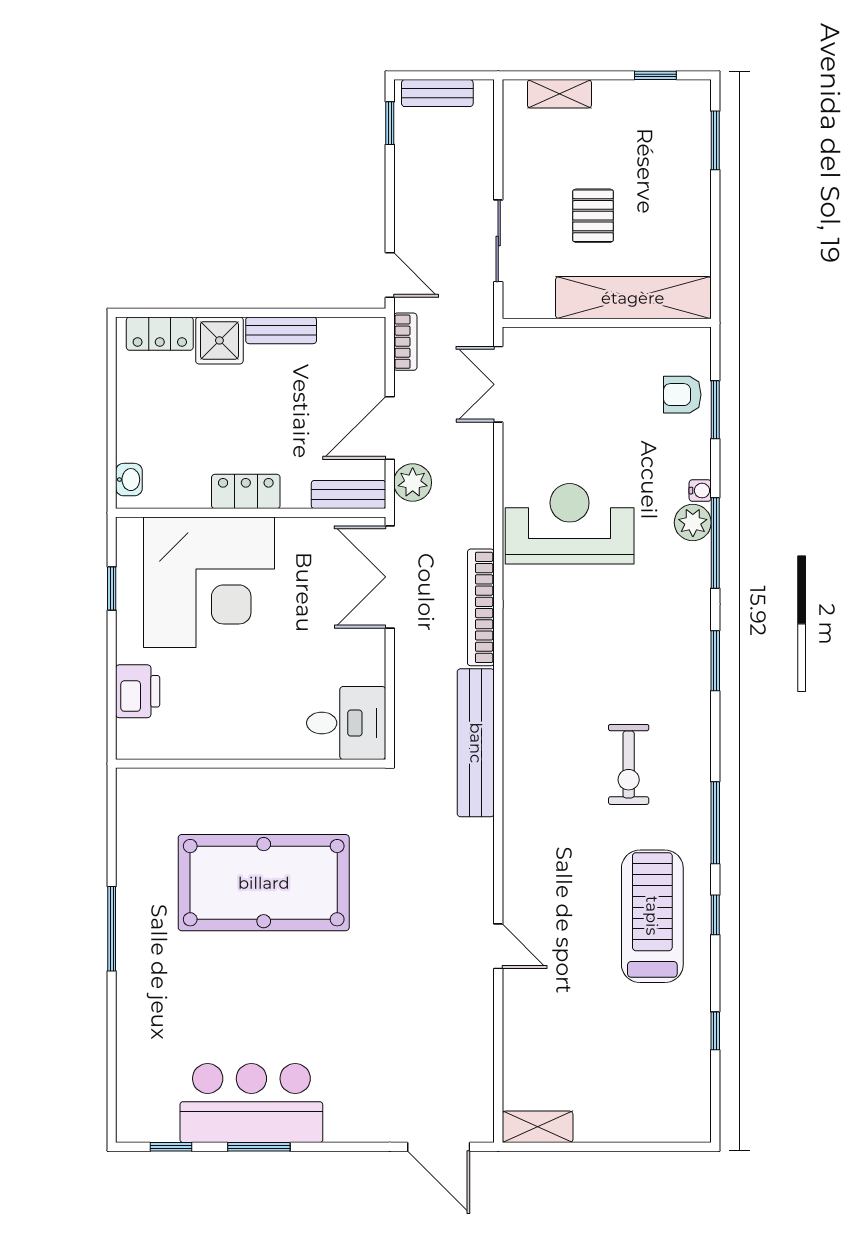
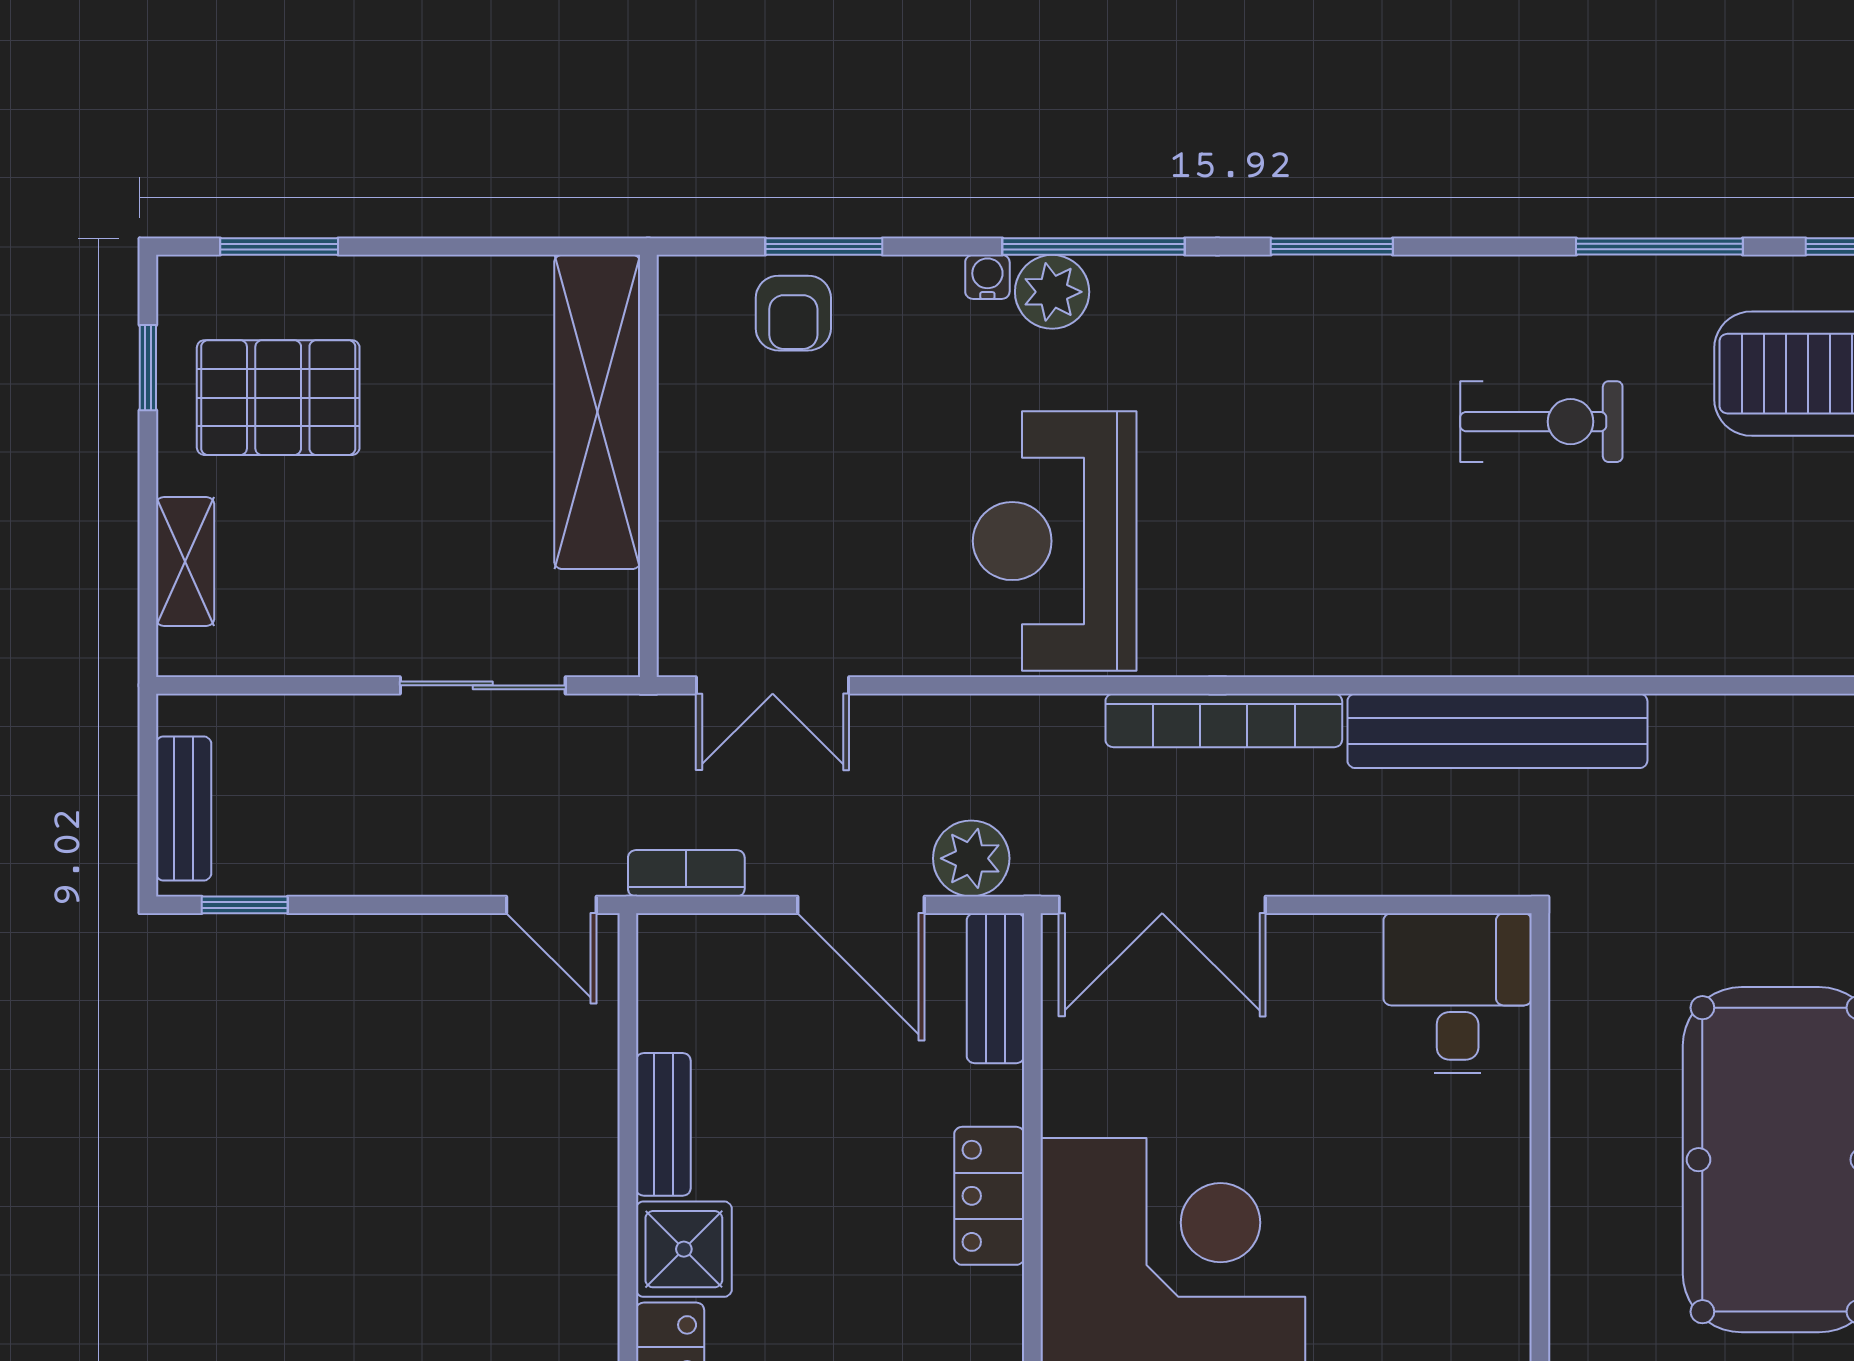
pallet: (593, 216) -> (278, 398), moved, width x1.50, depth x1.42
door: (390, 275) -> (551, 905), swing flipped

